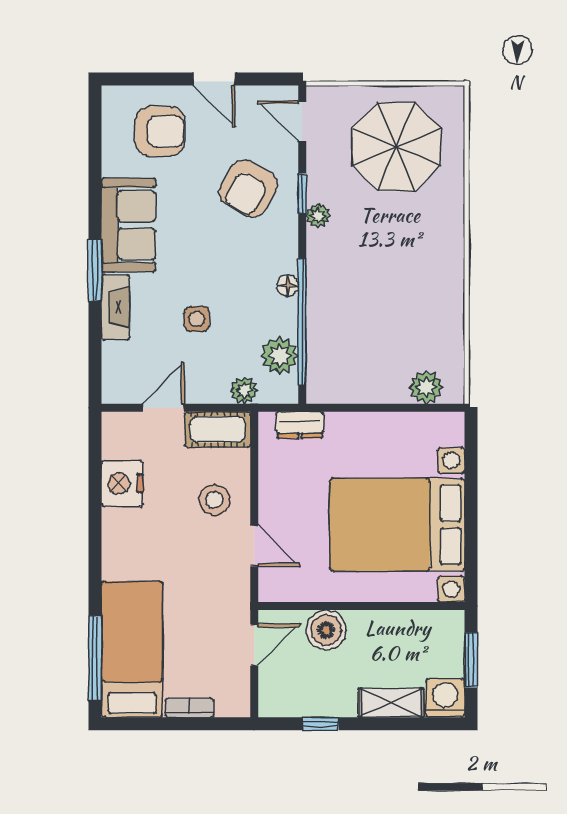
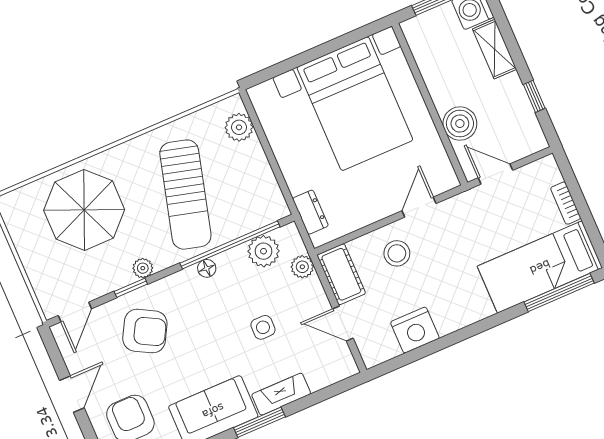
parasol: (396, 147) -> (84, 210), moved
sun lounger: (378, 297) -> (185, 195), added

